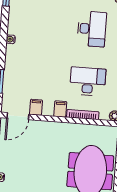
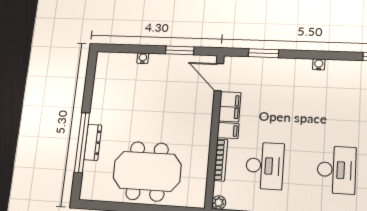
desk: (92, 29) -> (336, 170), turned -90
filing cabinet: (36, 107) -> (230, 107), width x2.00

